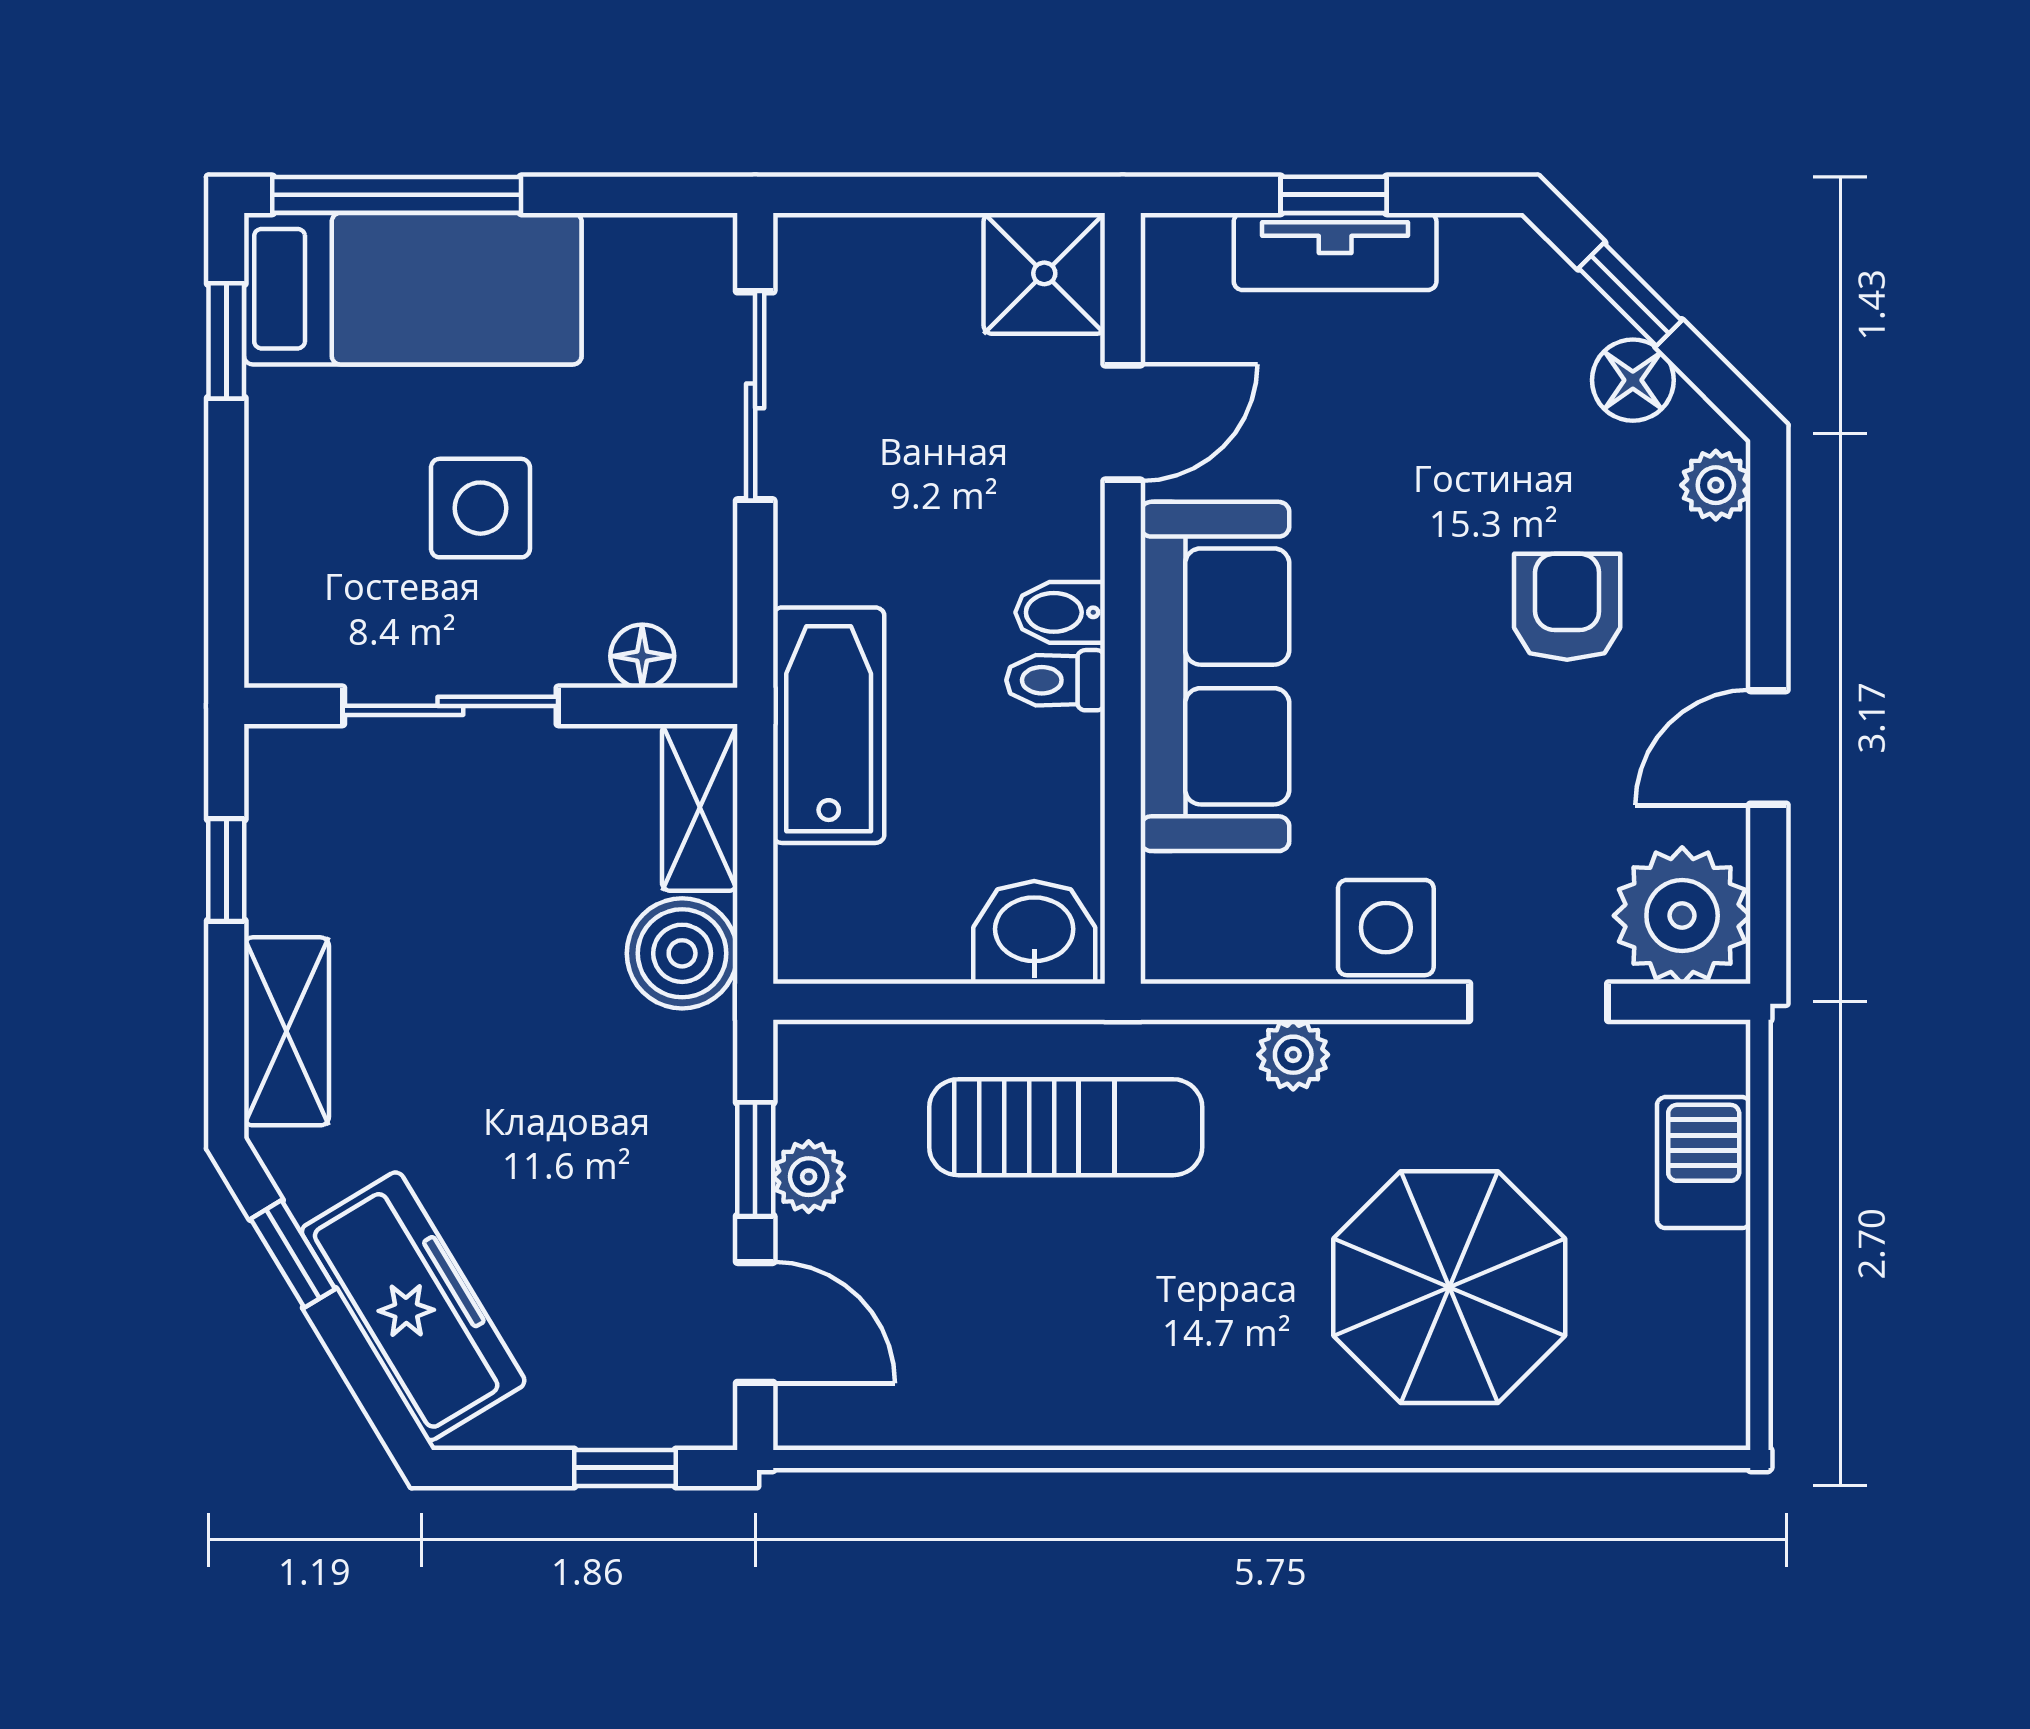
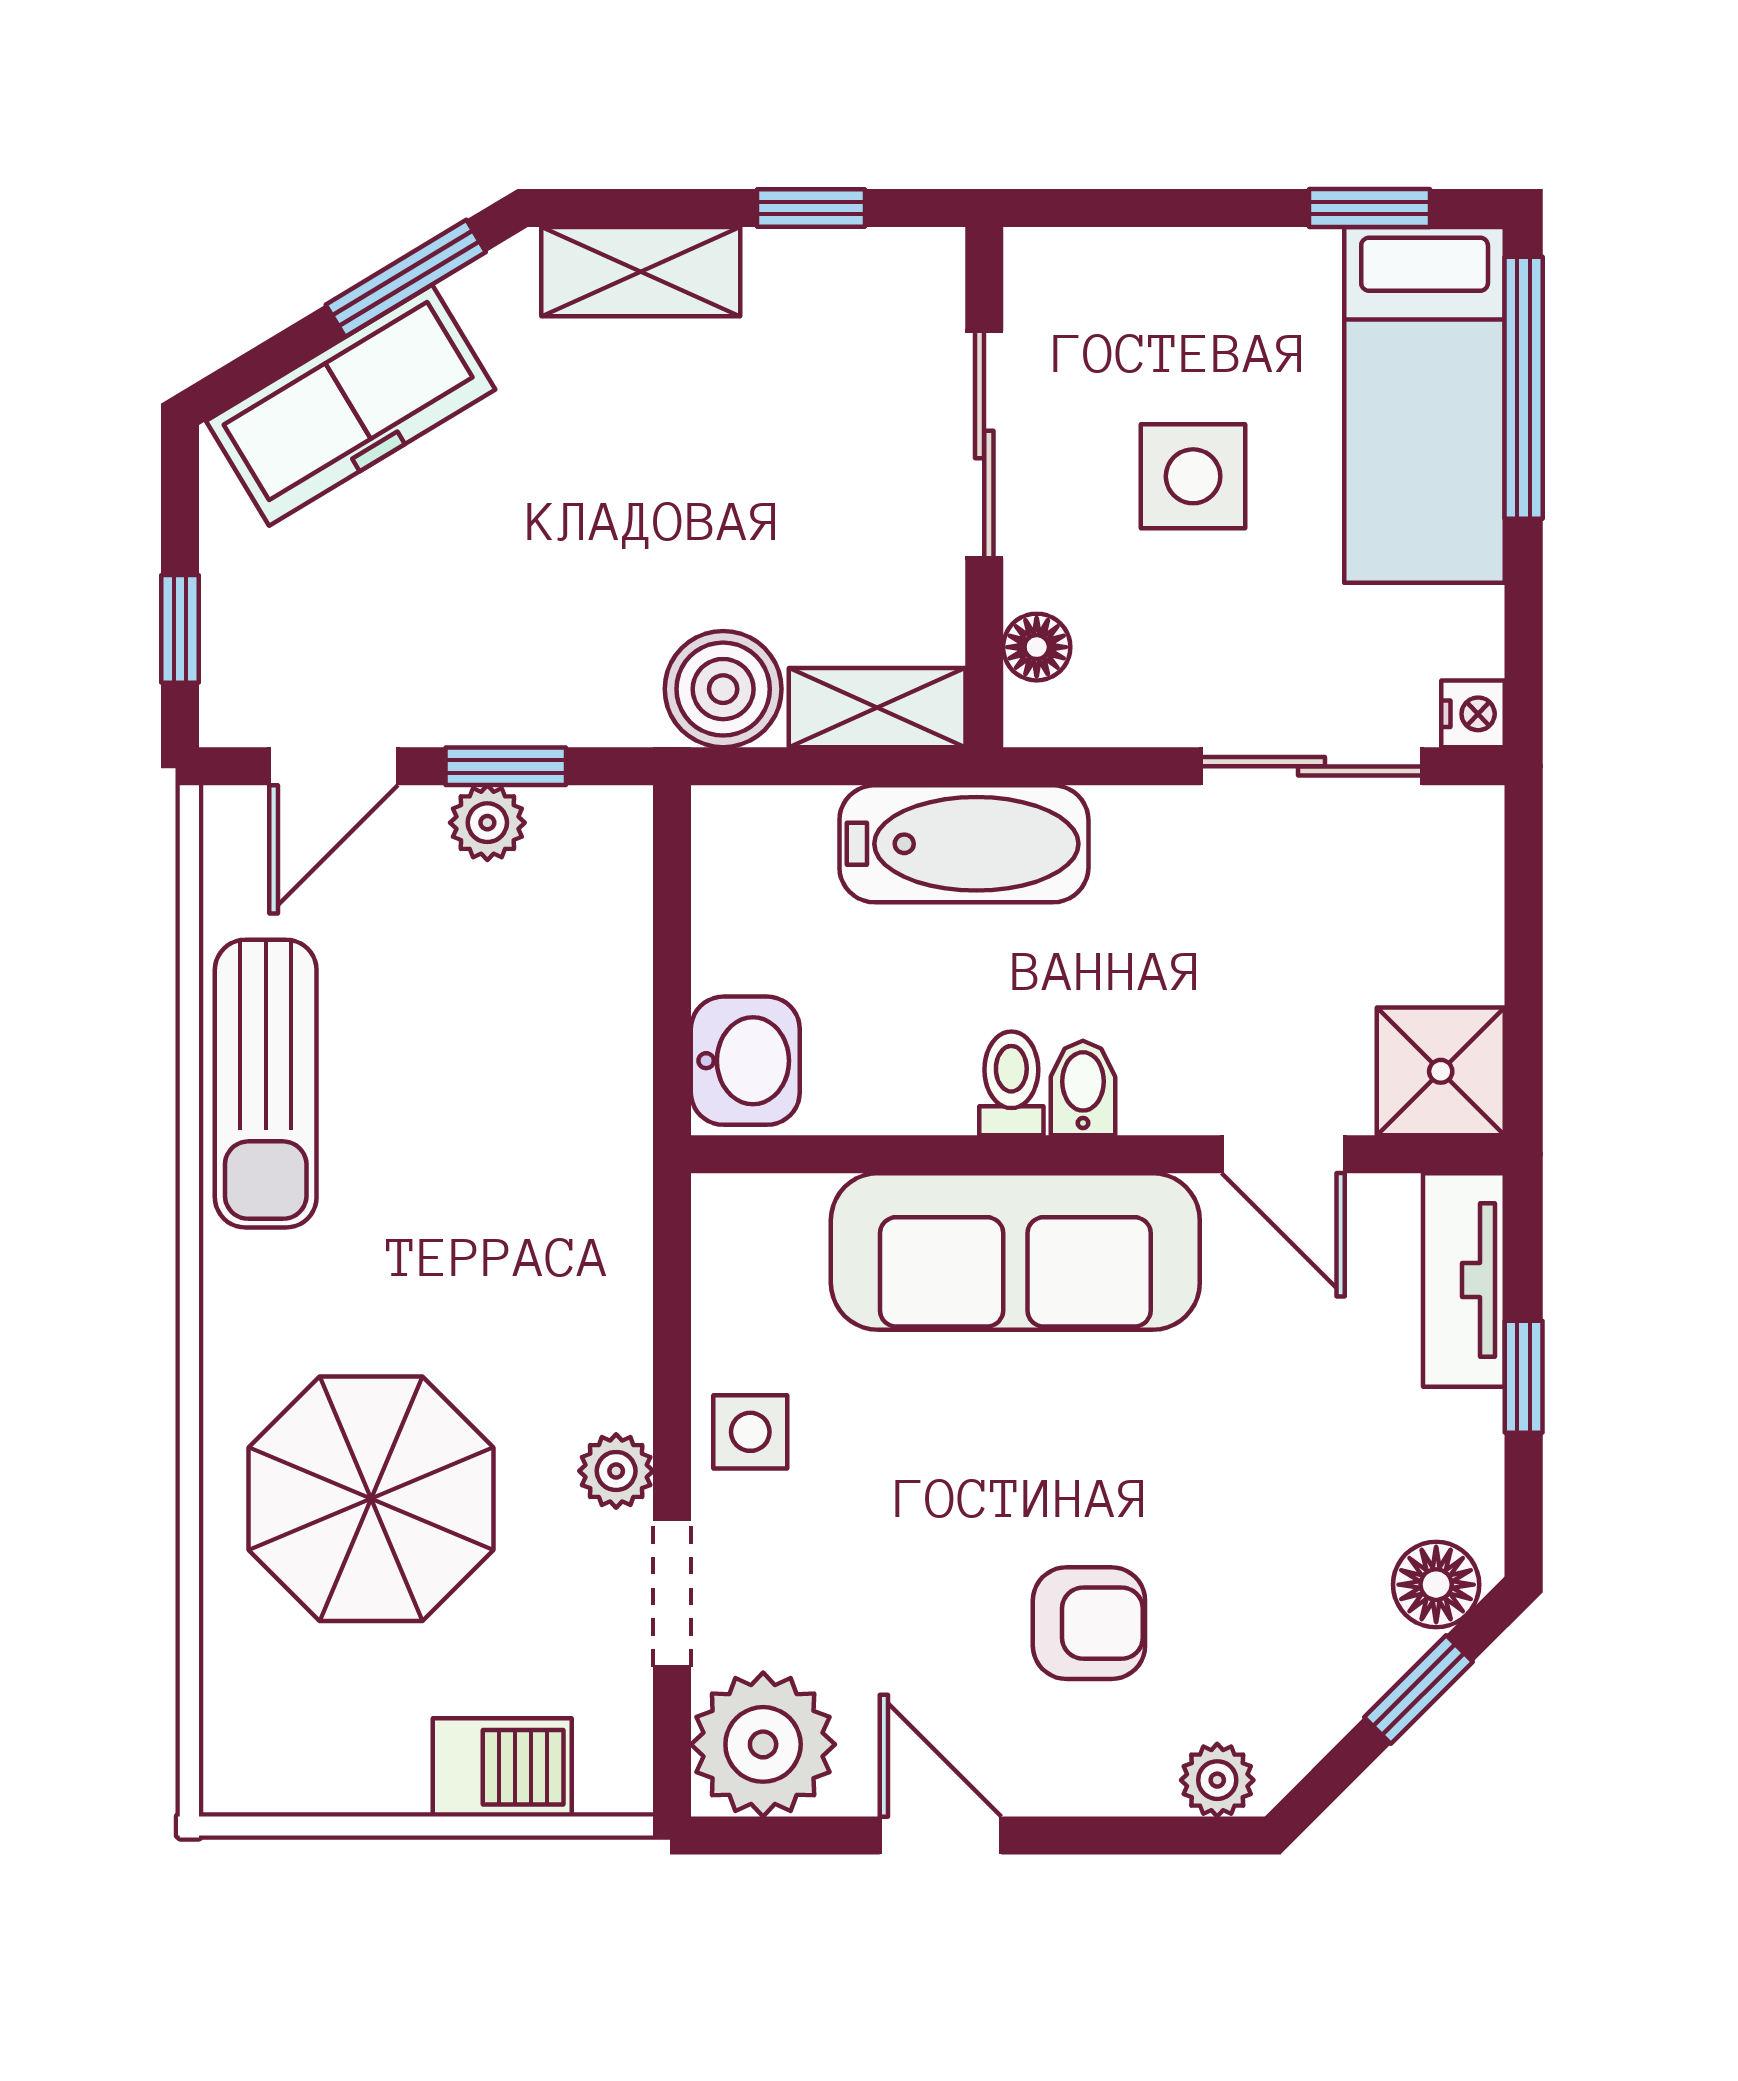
nightstand: (706, 243) -> (1473, 714), added
tv unit: (1335, 251) -> (1464, 1280), moved
floor lamp: (1633, 380) -> (1436, 1585), moved
side table: (1386, 928) -> (750, 1432), width x0.73, depth x0.73
plant: (1293, 1055) -> (616, 1471), moved
sun lounger: (1066, 1127) -> (266, 1084), moved
window: (293, 1254) -> (406, 278), width x1.50

